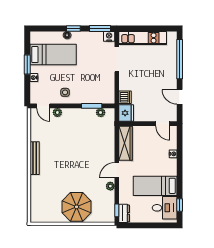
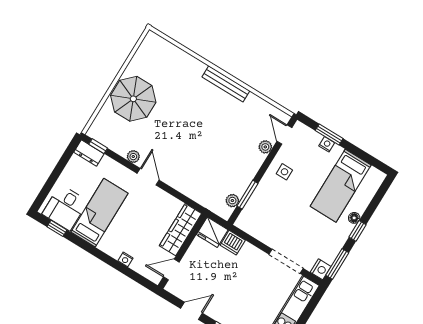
window: (27, 64) -> (329, 134), moved
door: (43, 106) -> (284, 134), hinge flipped
wardrobe: (126, 143) -> (180, 230), moved, turned 90

